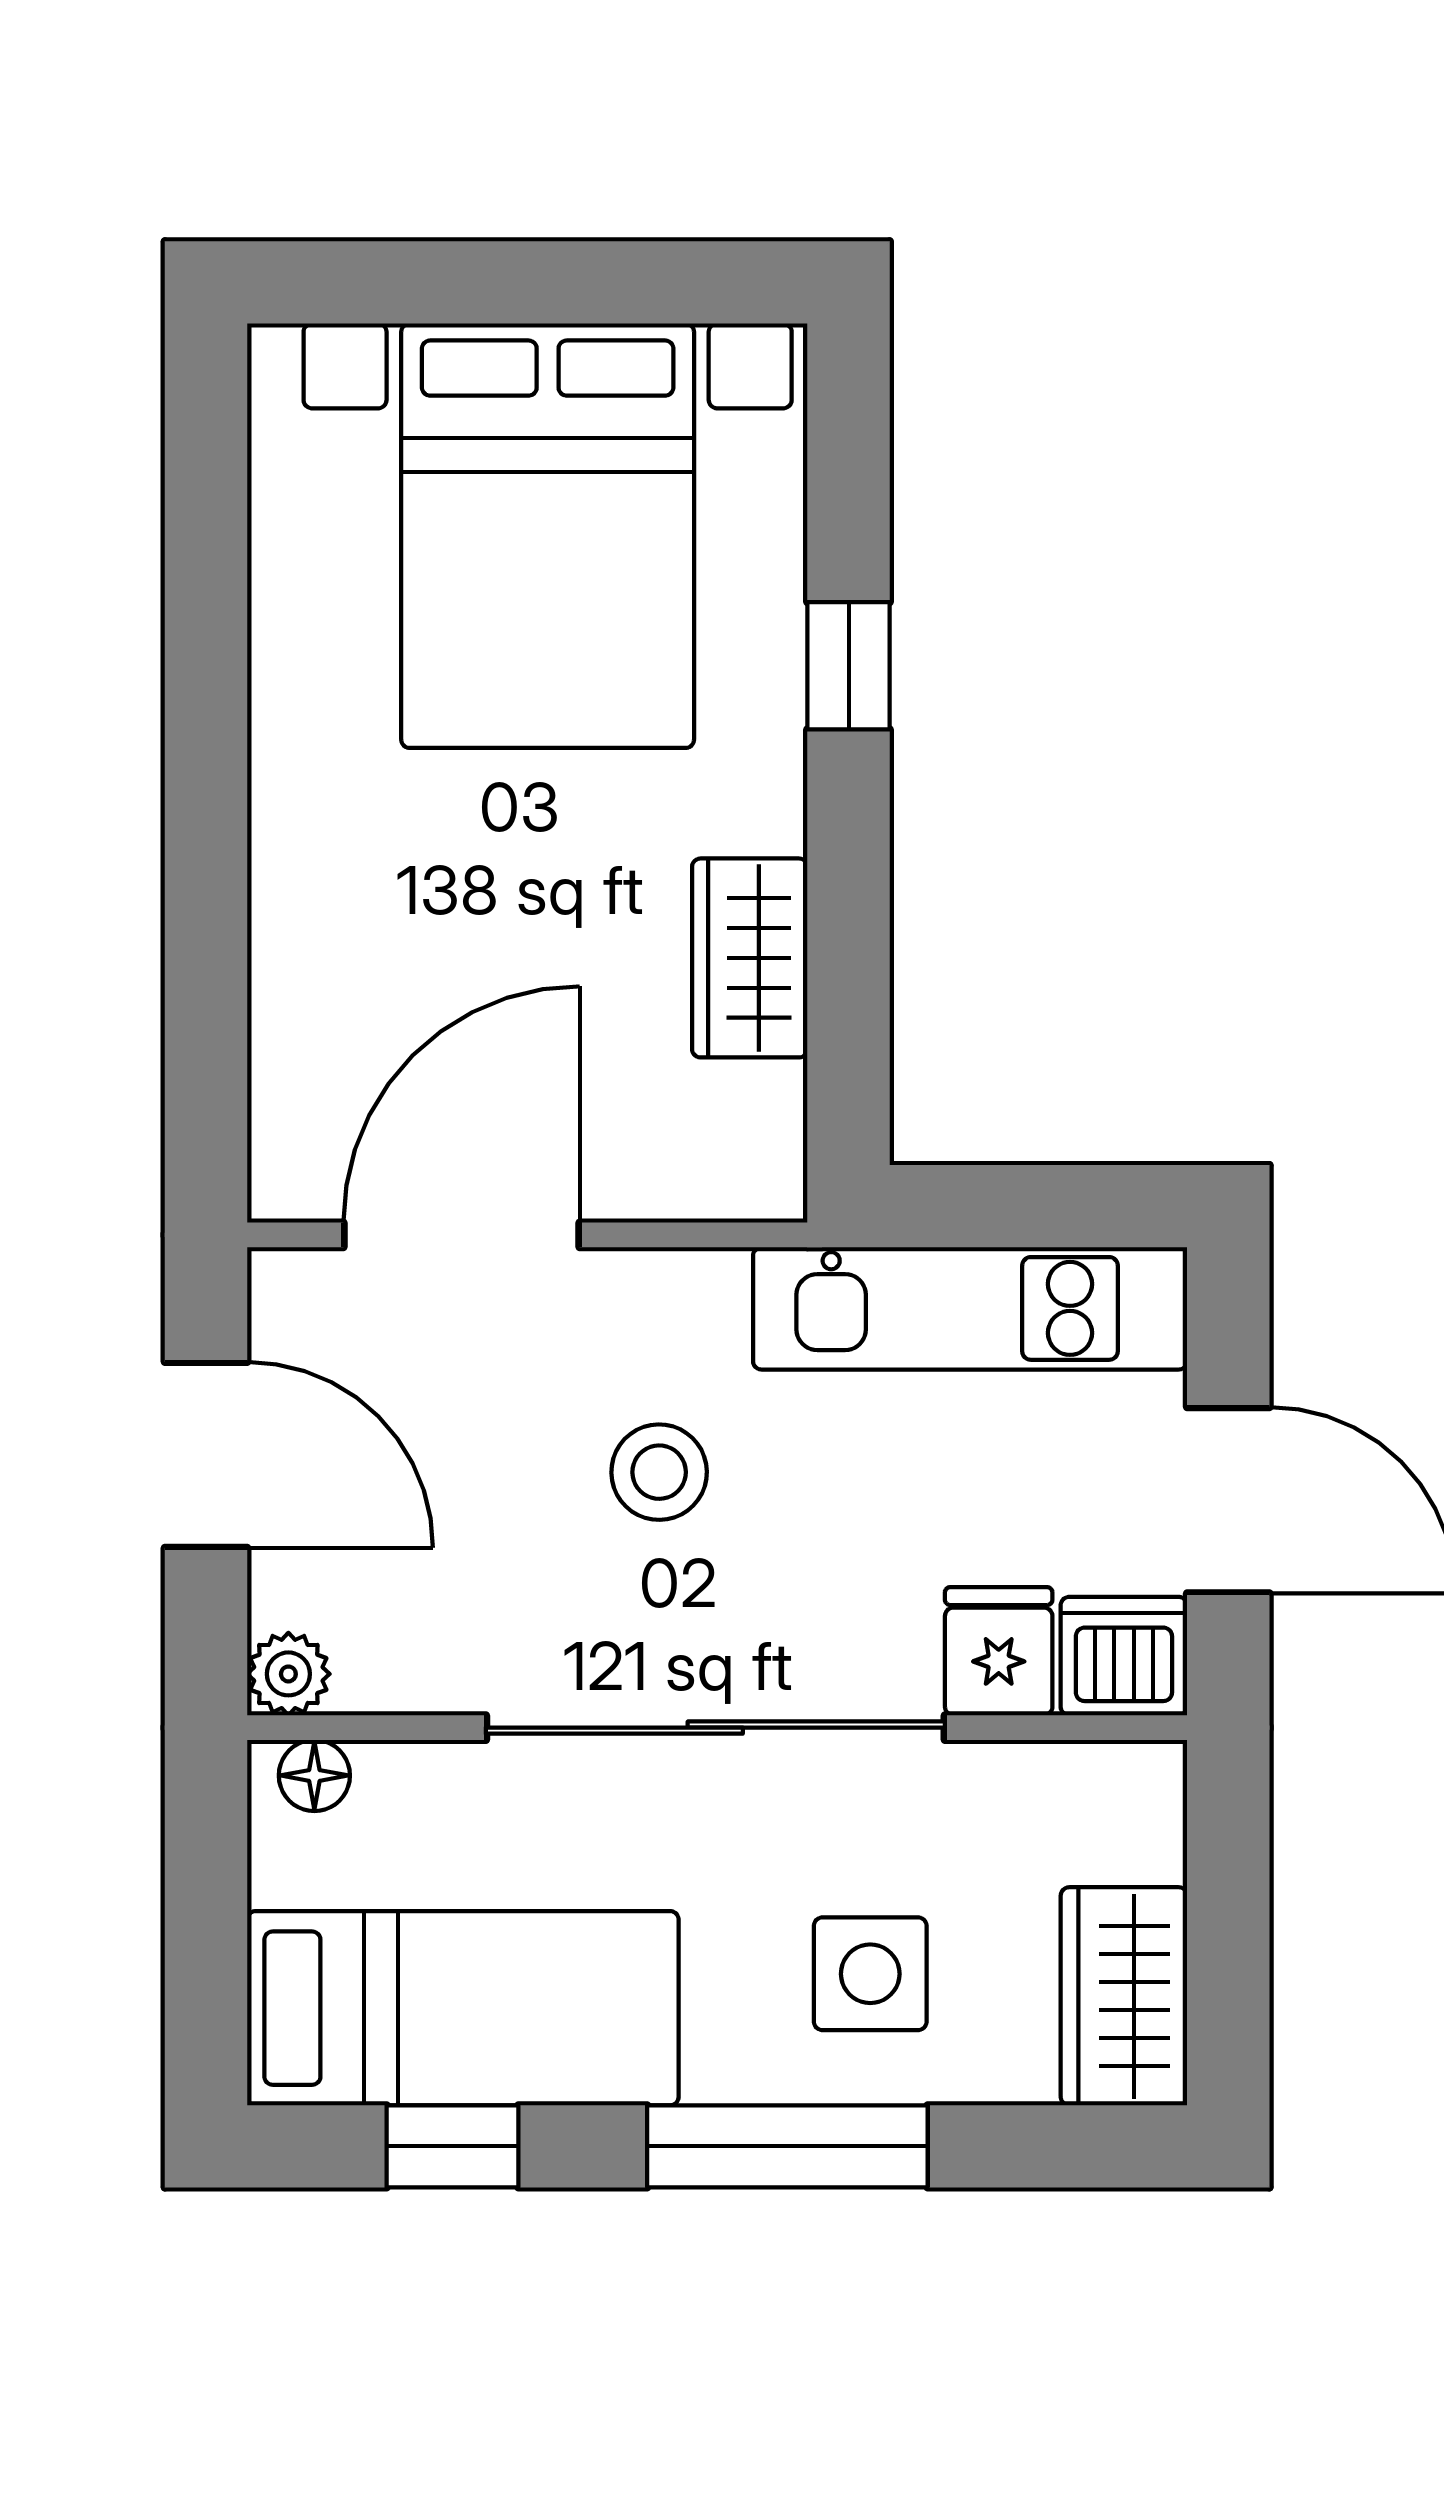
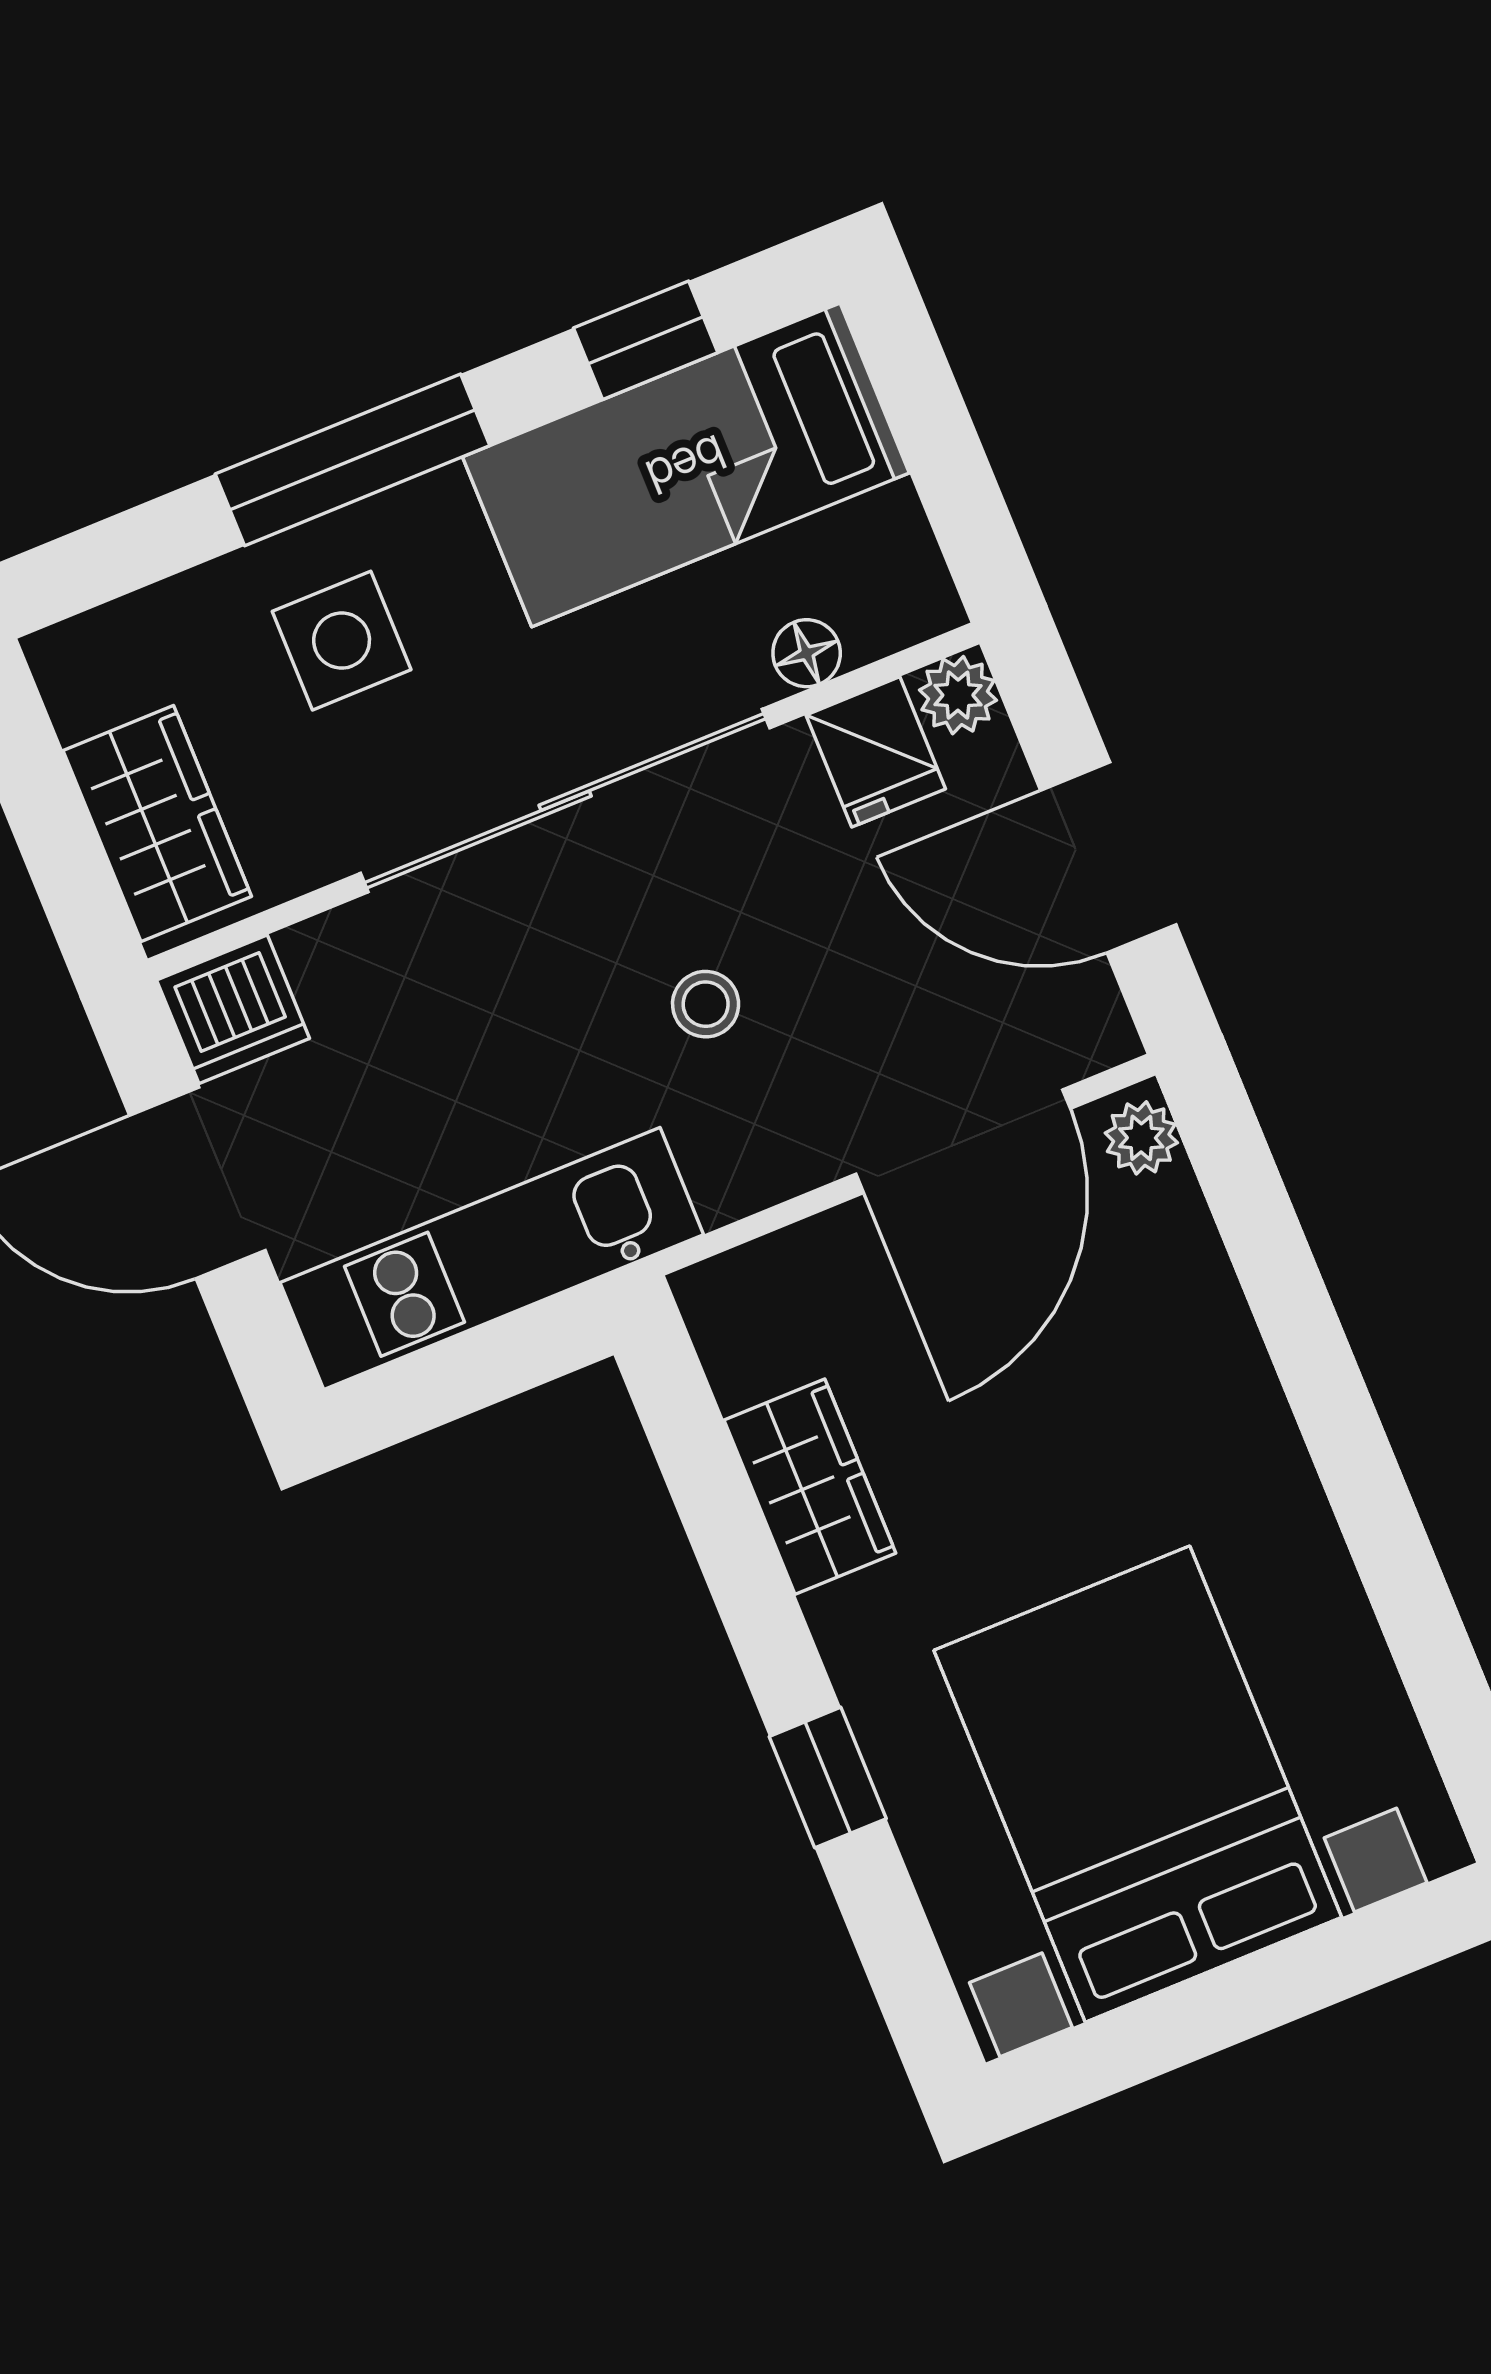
plant: (286, 1167) -> (1141, 1138), added
stool: (659, 1472) -> (706, 1004), width x0.73, depth x0.73
fridge: (999, 1651) -> (876, 752), moved
floor lamp: (314, 1775) -> (807, 653), moved
wardrobe: (1124, 1996) -> (157, 823), moved

